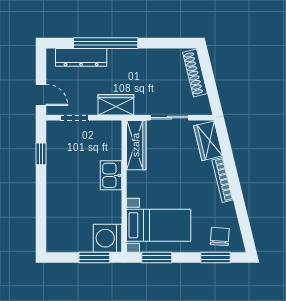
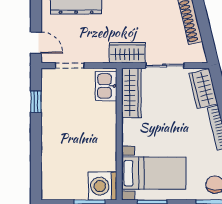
wardrobe: (116, 105) -> (127, 53), moved
kitchen sink: (111, 175) -> (106, 86), moved

